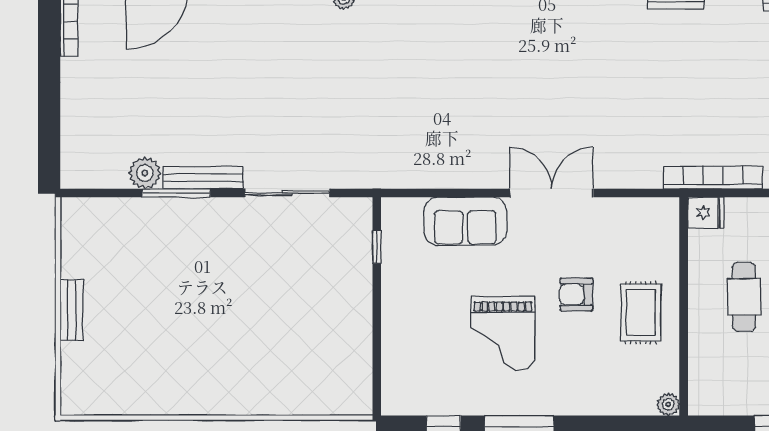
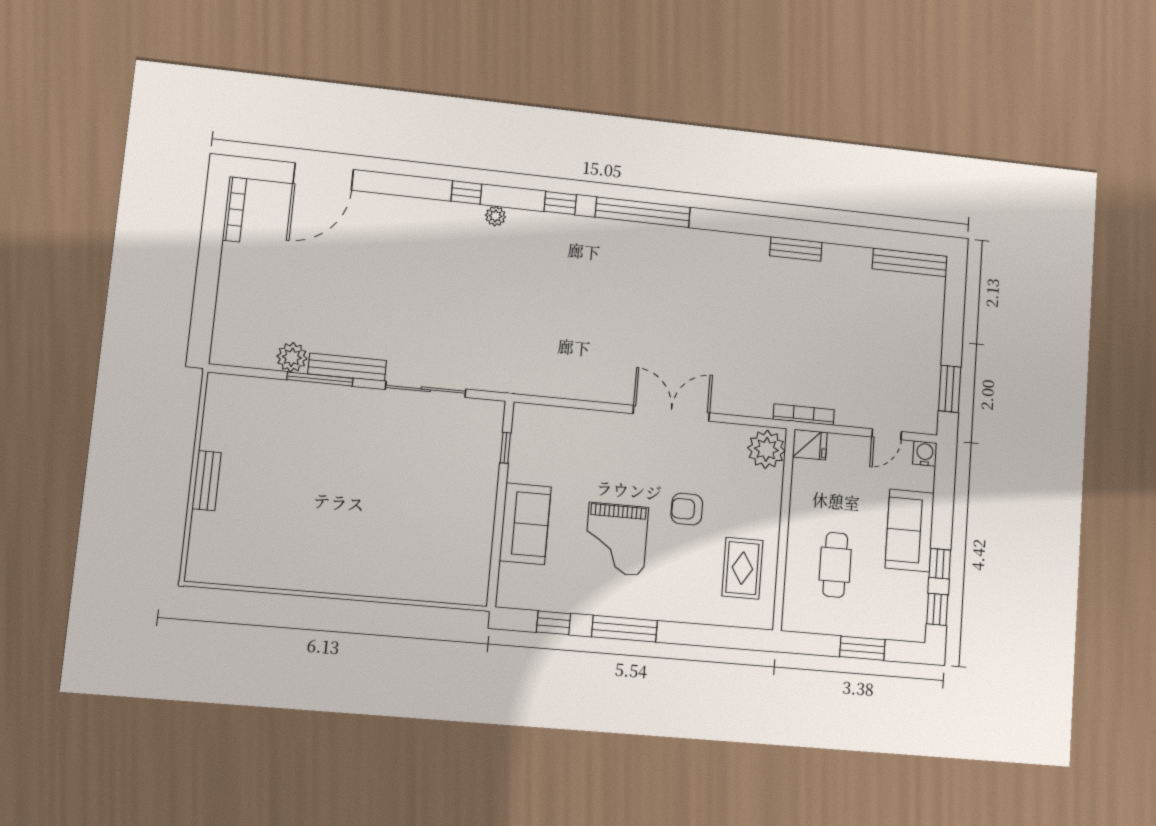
bookcase: (713, 178) -> (804, 415), width x0.68, depth x0.76
sofa: (465, 221) -> (525, 524), moved, turned -90
cafe table: (744, 297) -> (835, 565), moved
rug: (641, 313) -> (742, 568), moved
plant: (668, 404) -> (766, 449), moved, width x1.87, depth x1.87

